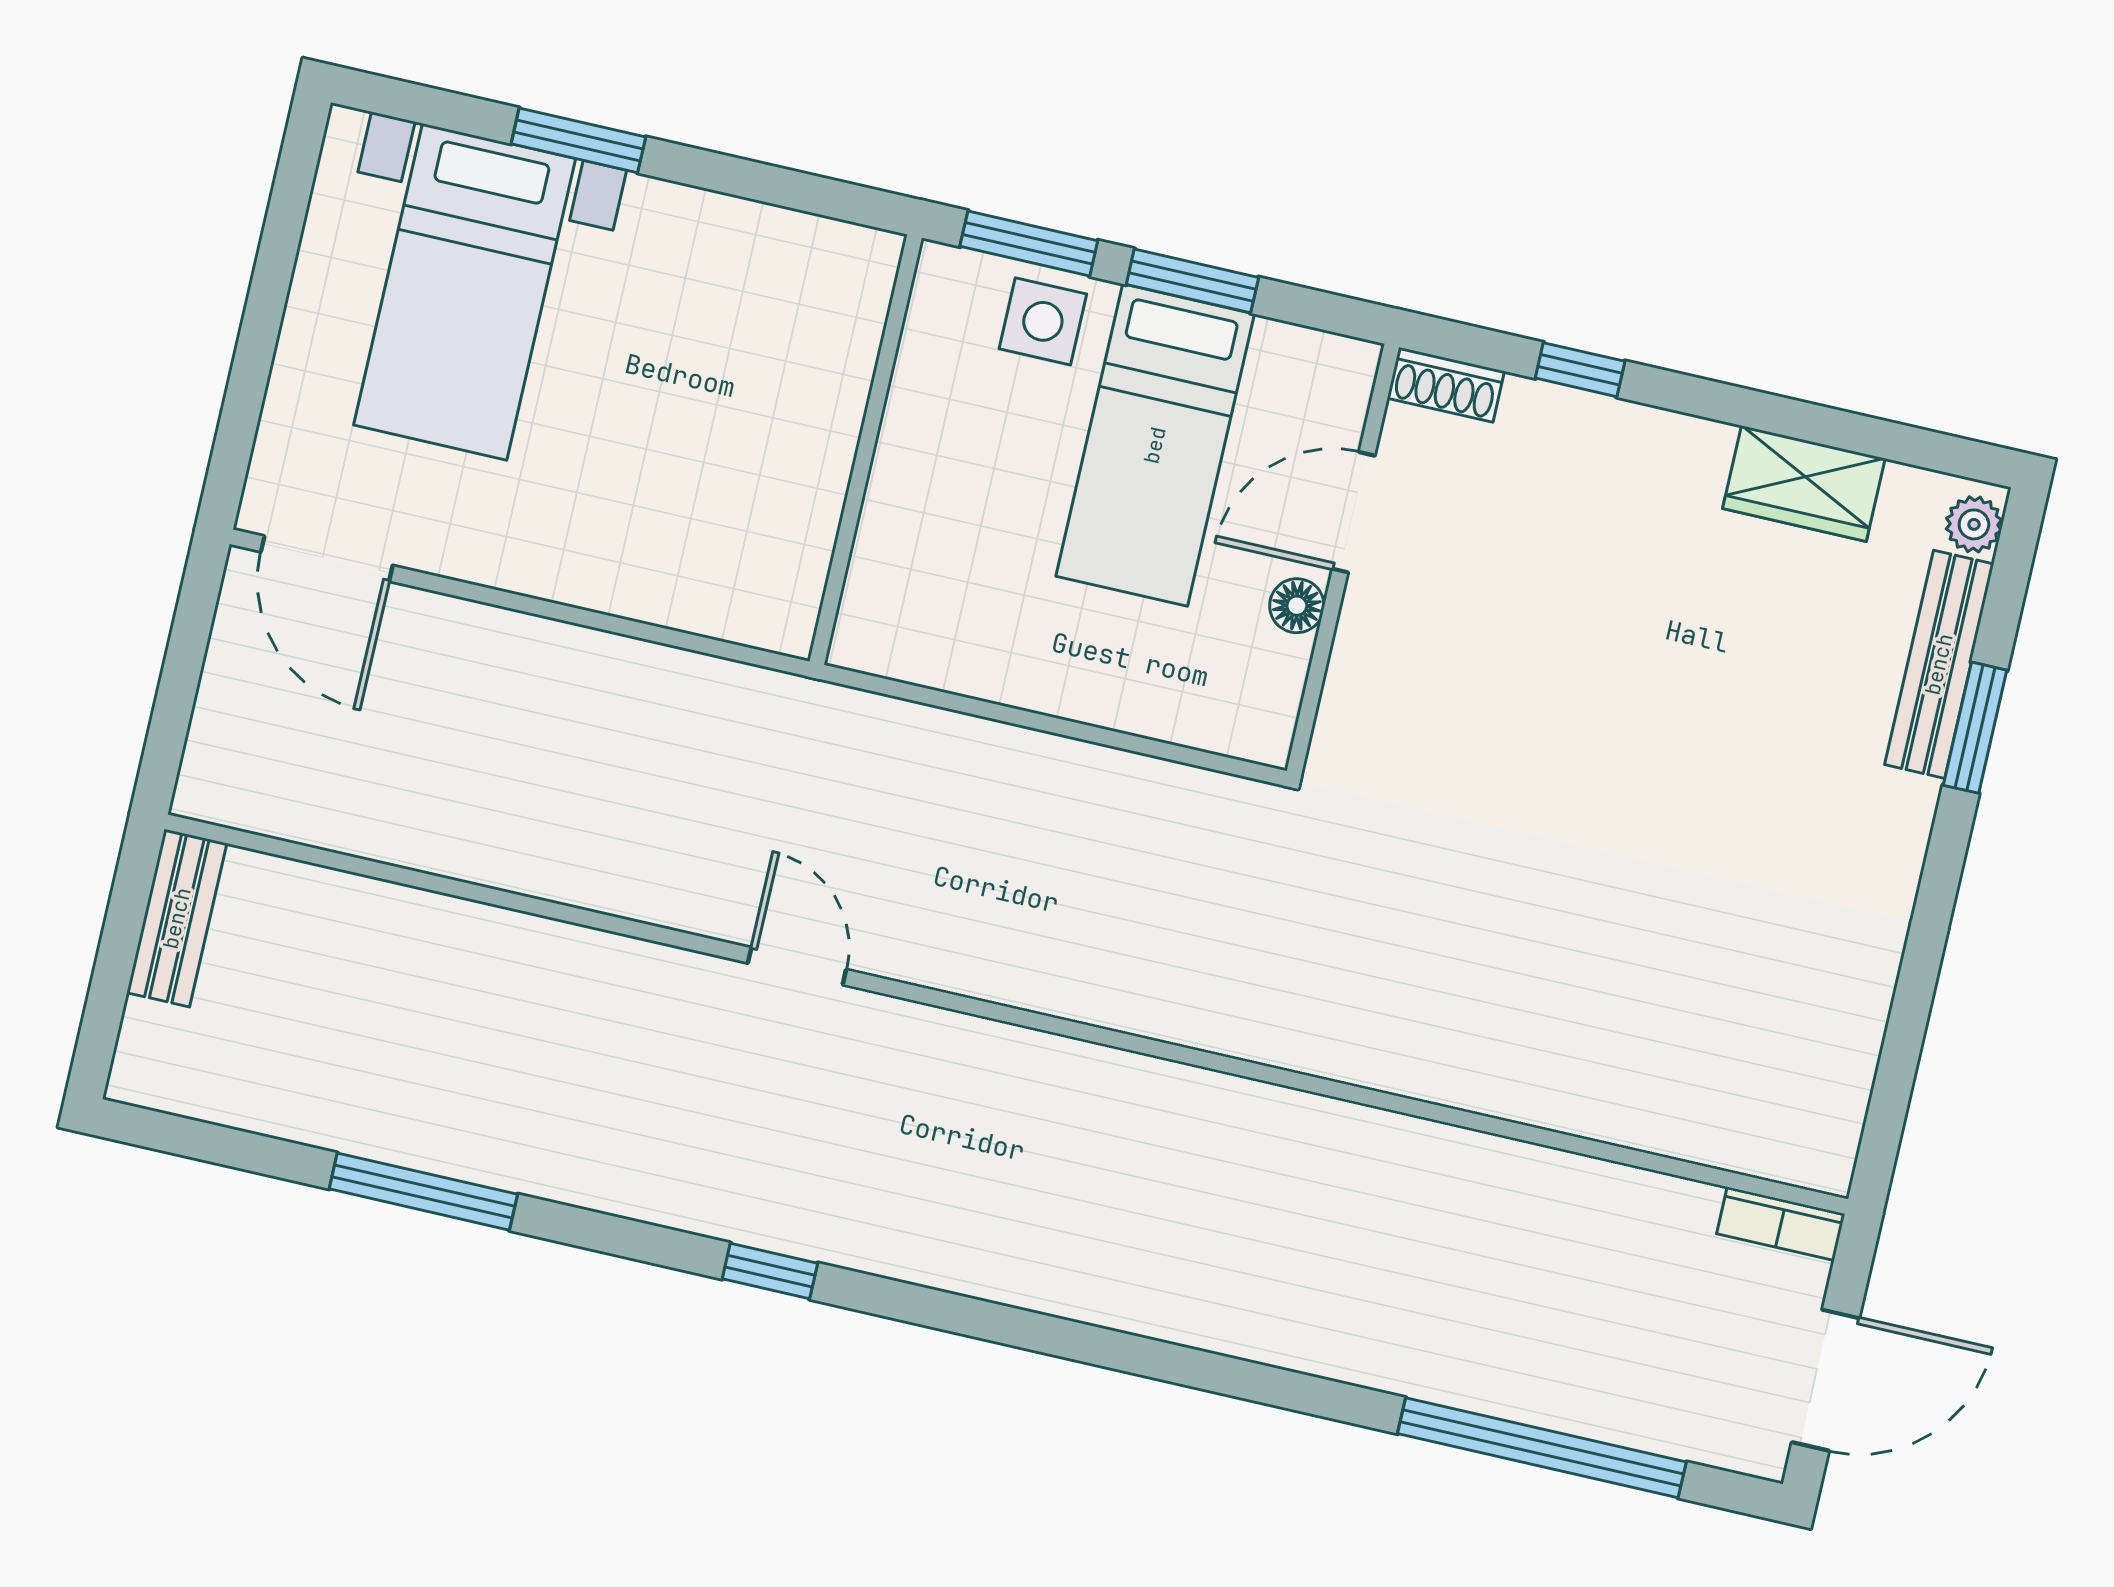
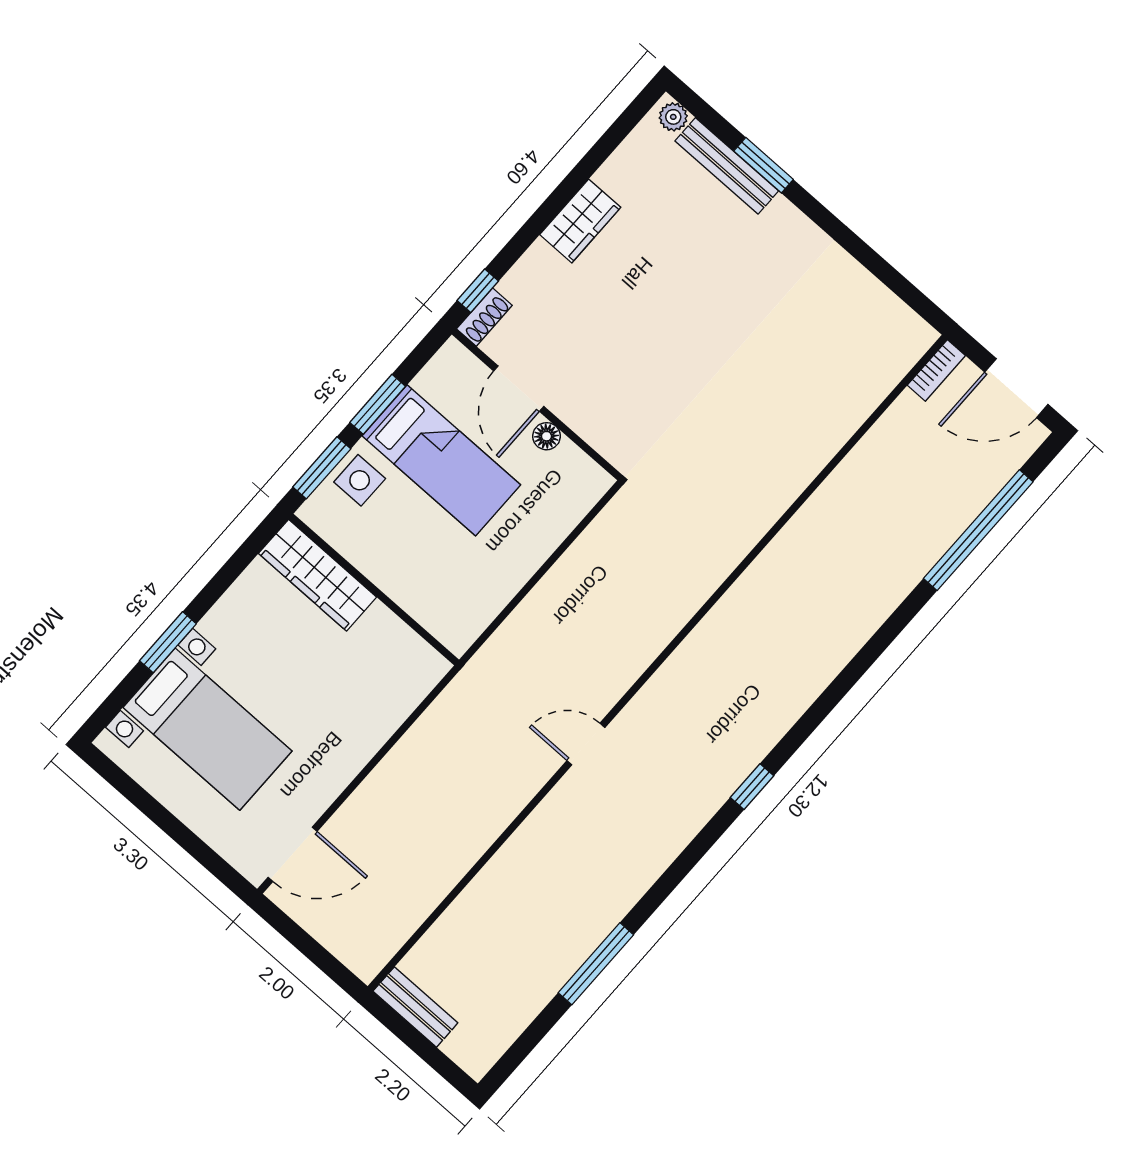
wardrobe: (838, 338) -> (318, 575), added
window: (1580, 370) -> (478, 291), moved
wardrobe: (1804, 484) -> (580, 221), moved
window: (770, 1271) -> (752, 787), moved
door: (1826, 1380) -> (1016, 388), swing flipped

